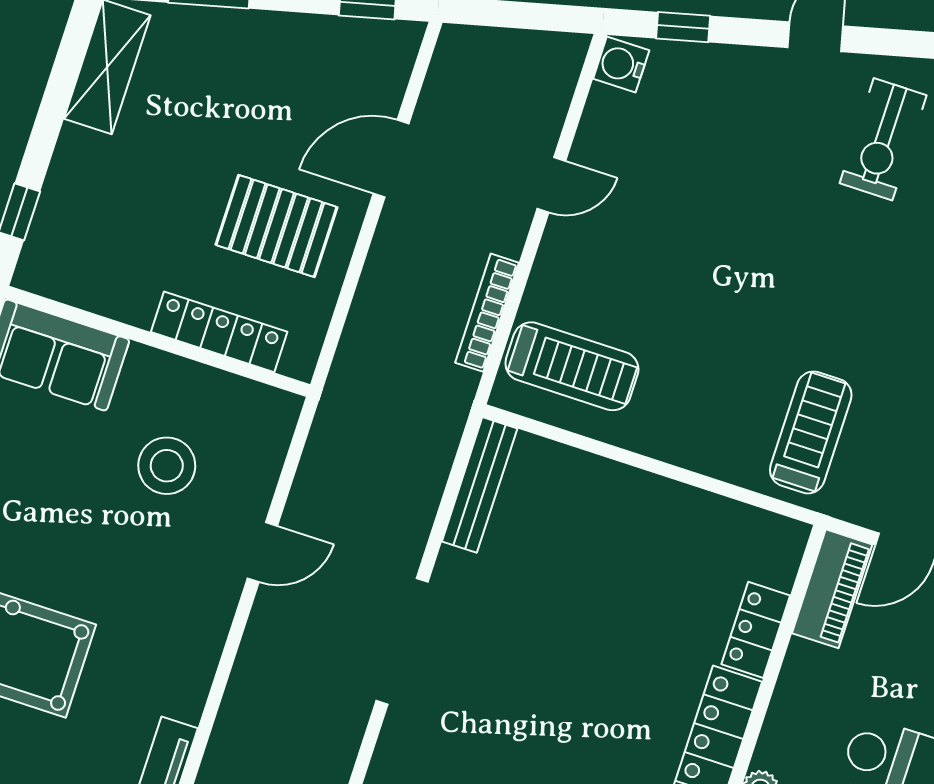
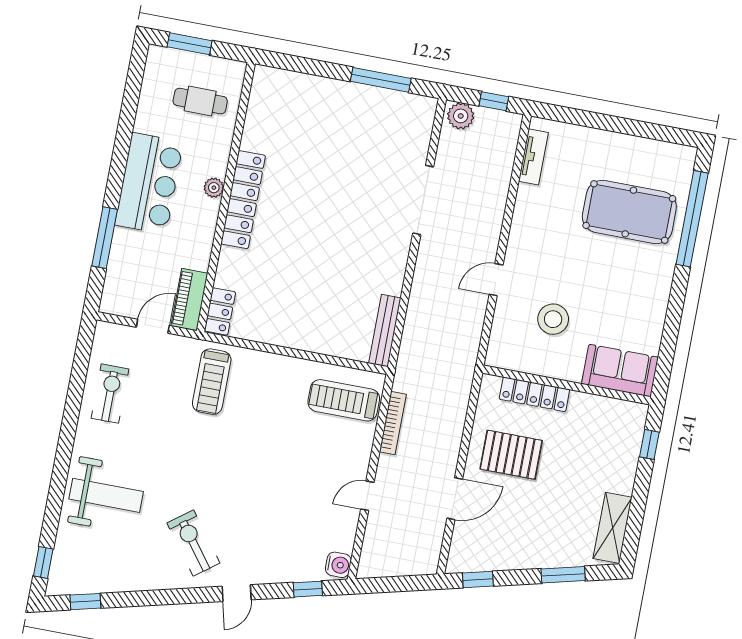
exercise bike: (883, 139) -> (193, 543), turned -37
locker: (756, 630) -> (220, 311), moved
doorway: (402, 641) -> (423, 200), moved

